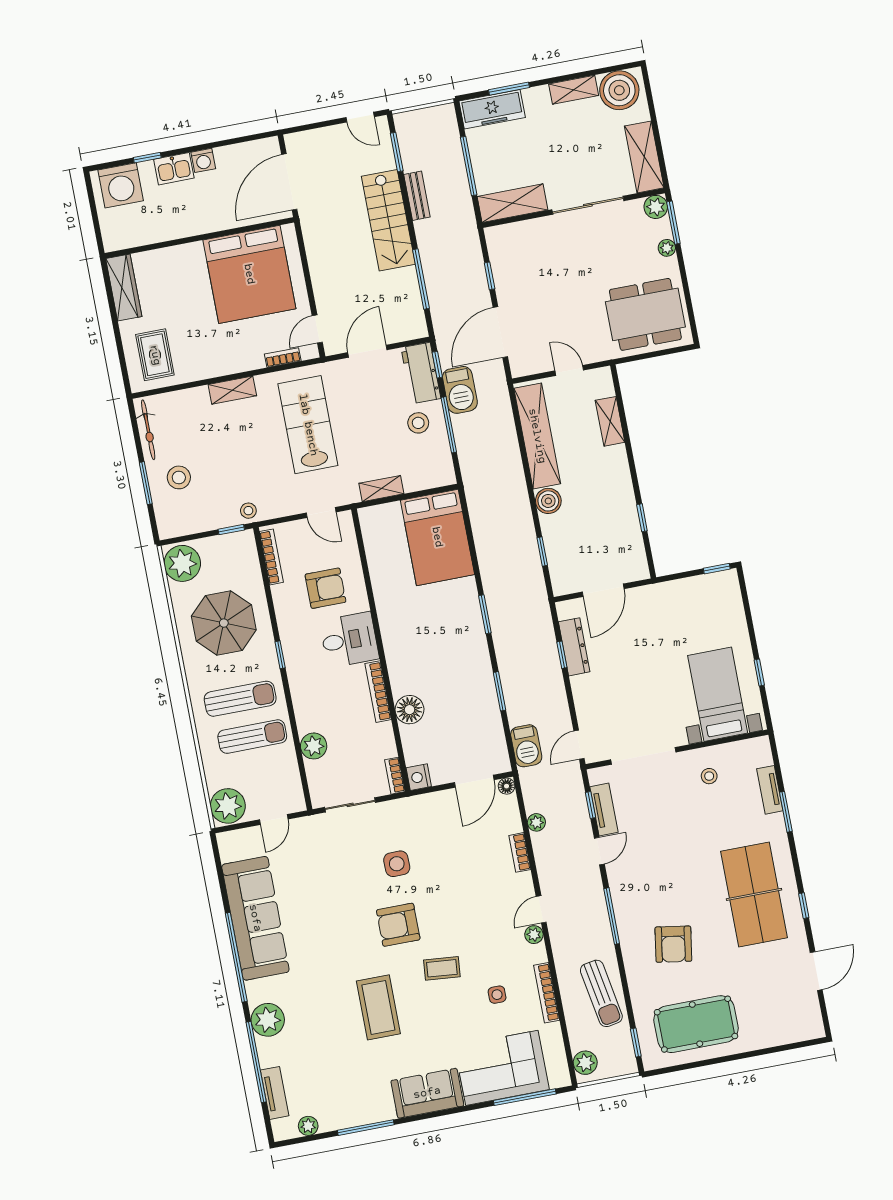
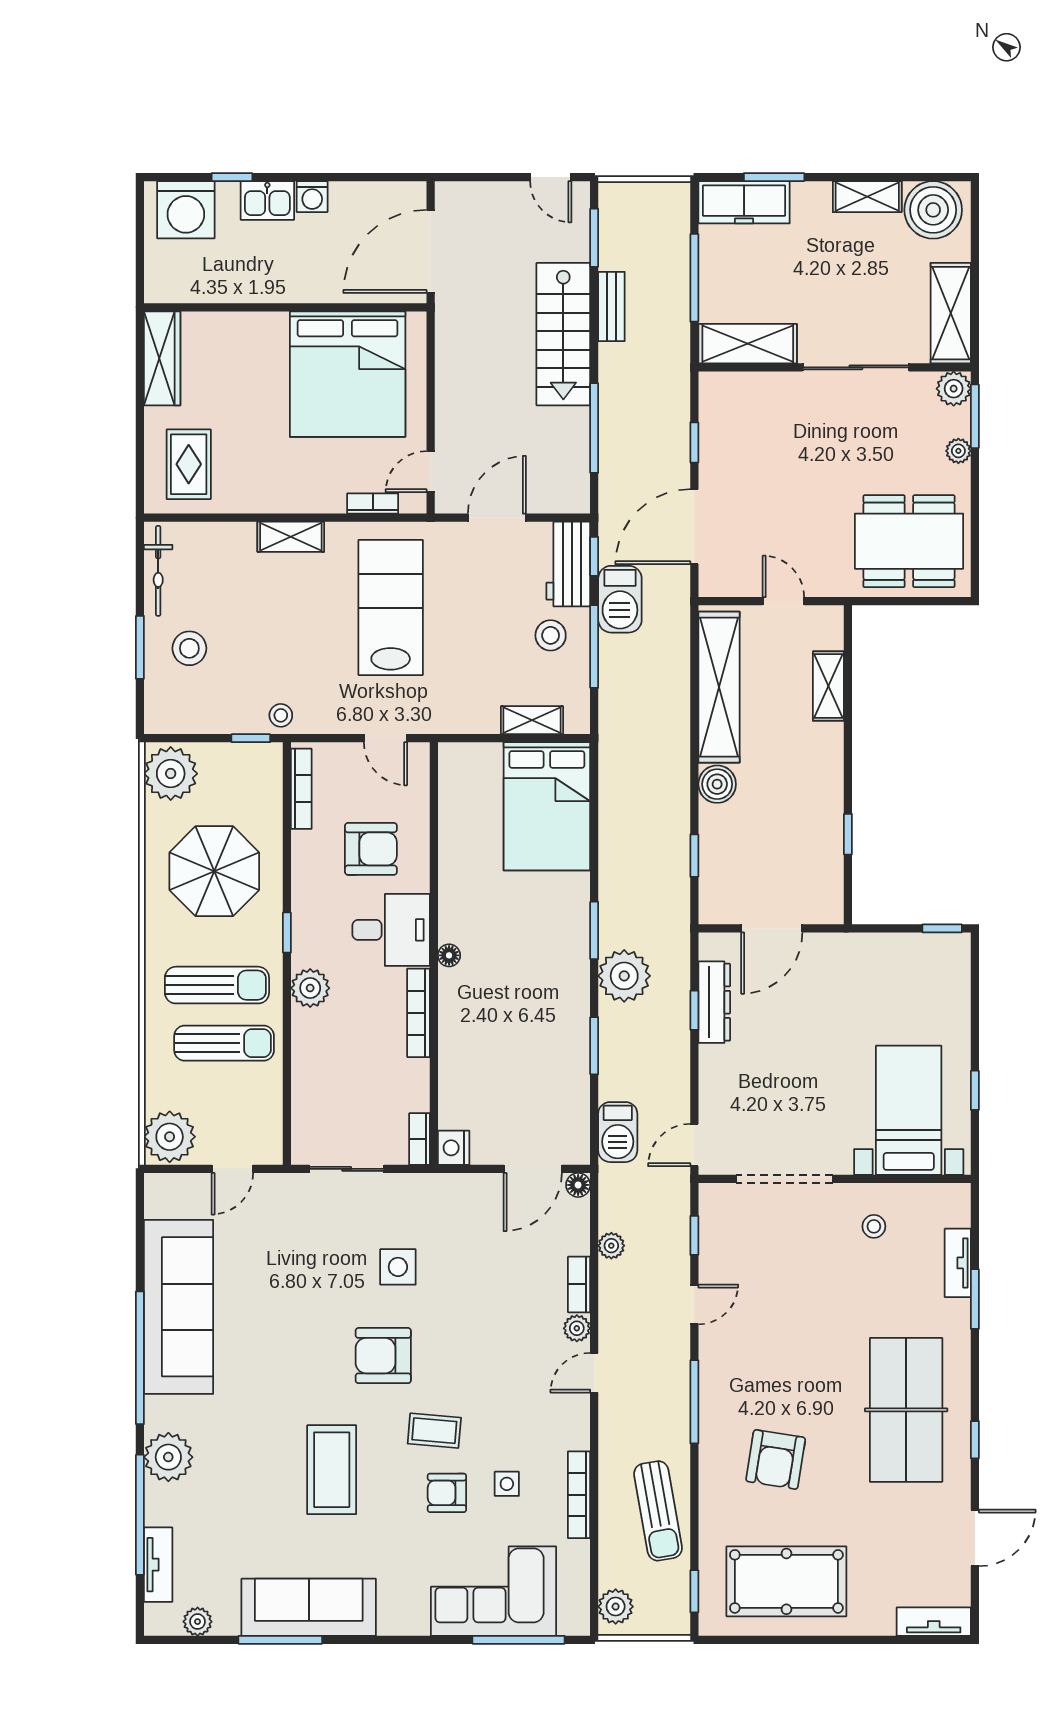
shelving: (381, 489) -> (532, 720), moved
plant: (511, 641) -> (624, 976), added
floor lamp: (410, 710) -> (449, 955), moved, width x0.53, depth x0.53
plant: (314, 746) -> (310, 988), moved
tv unit: (604, 810) -> (934, 1622), moved, turned -90
plant: (534, 935) -> (577, 1328), moved
armchair: (458, 1008) -> (447, 1493), added
sofa: (427, 1093) -> (309, 1607), moved, width x1.36

